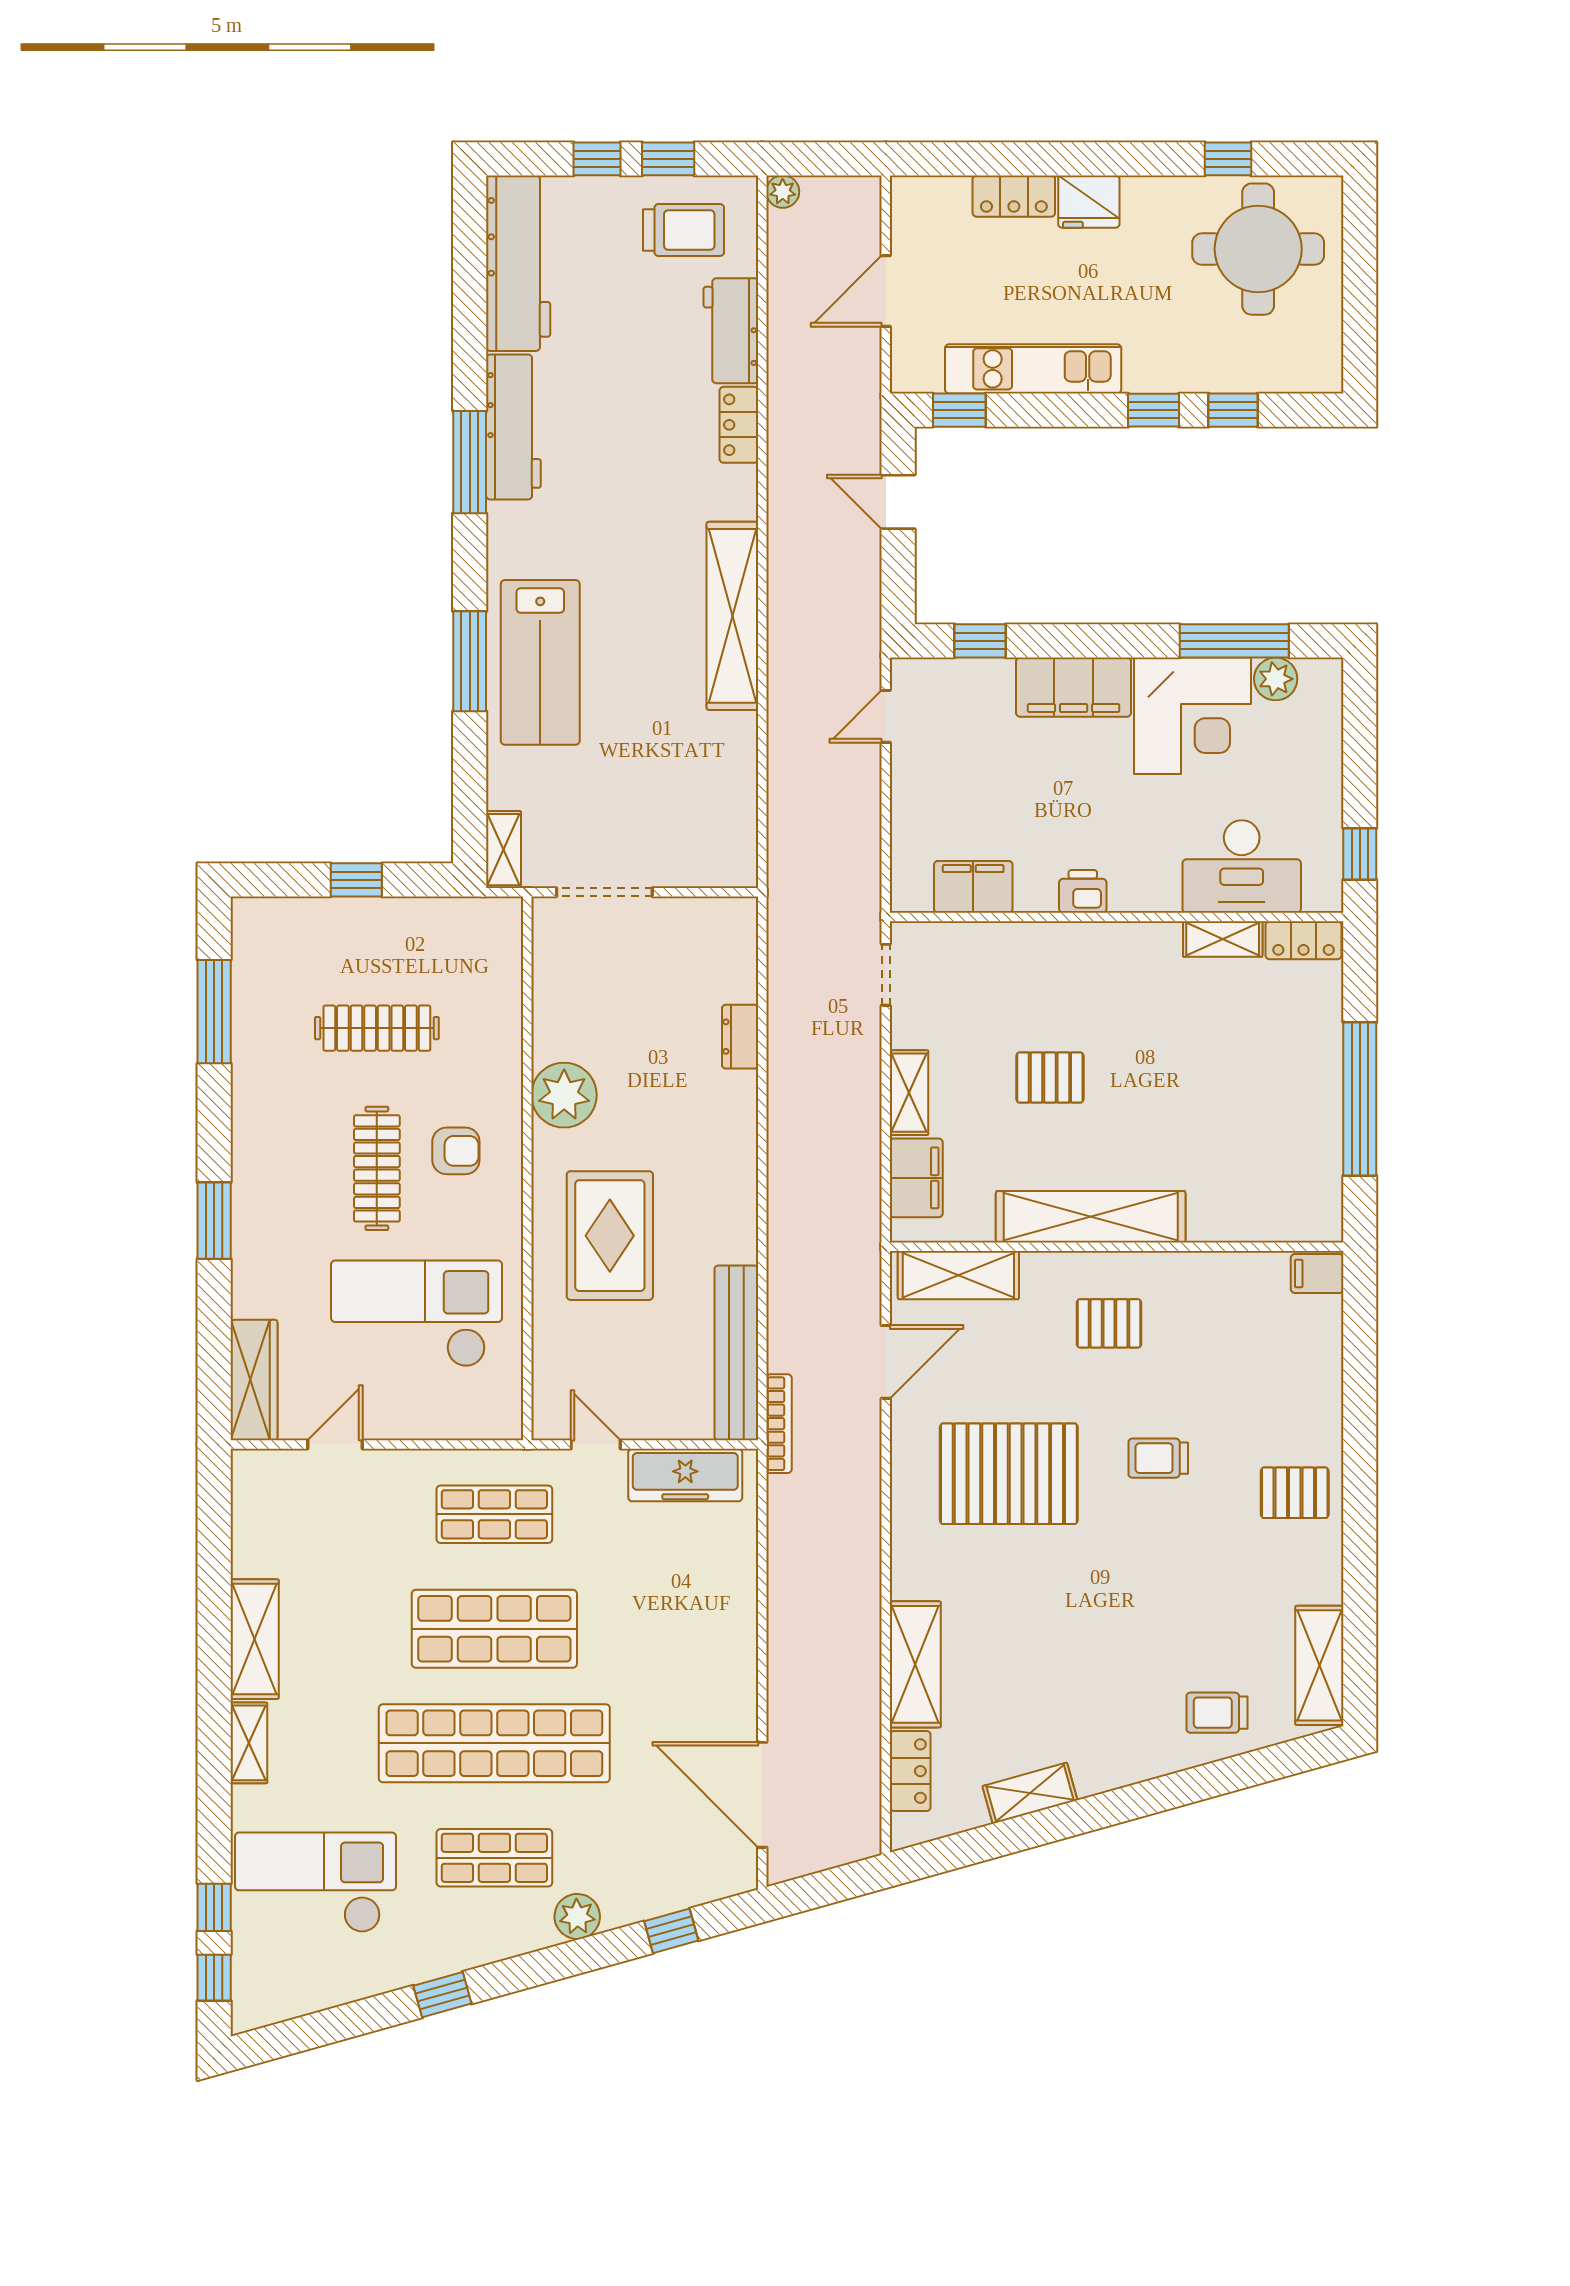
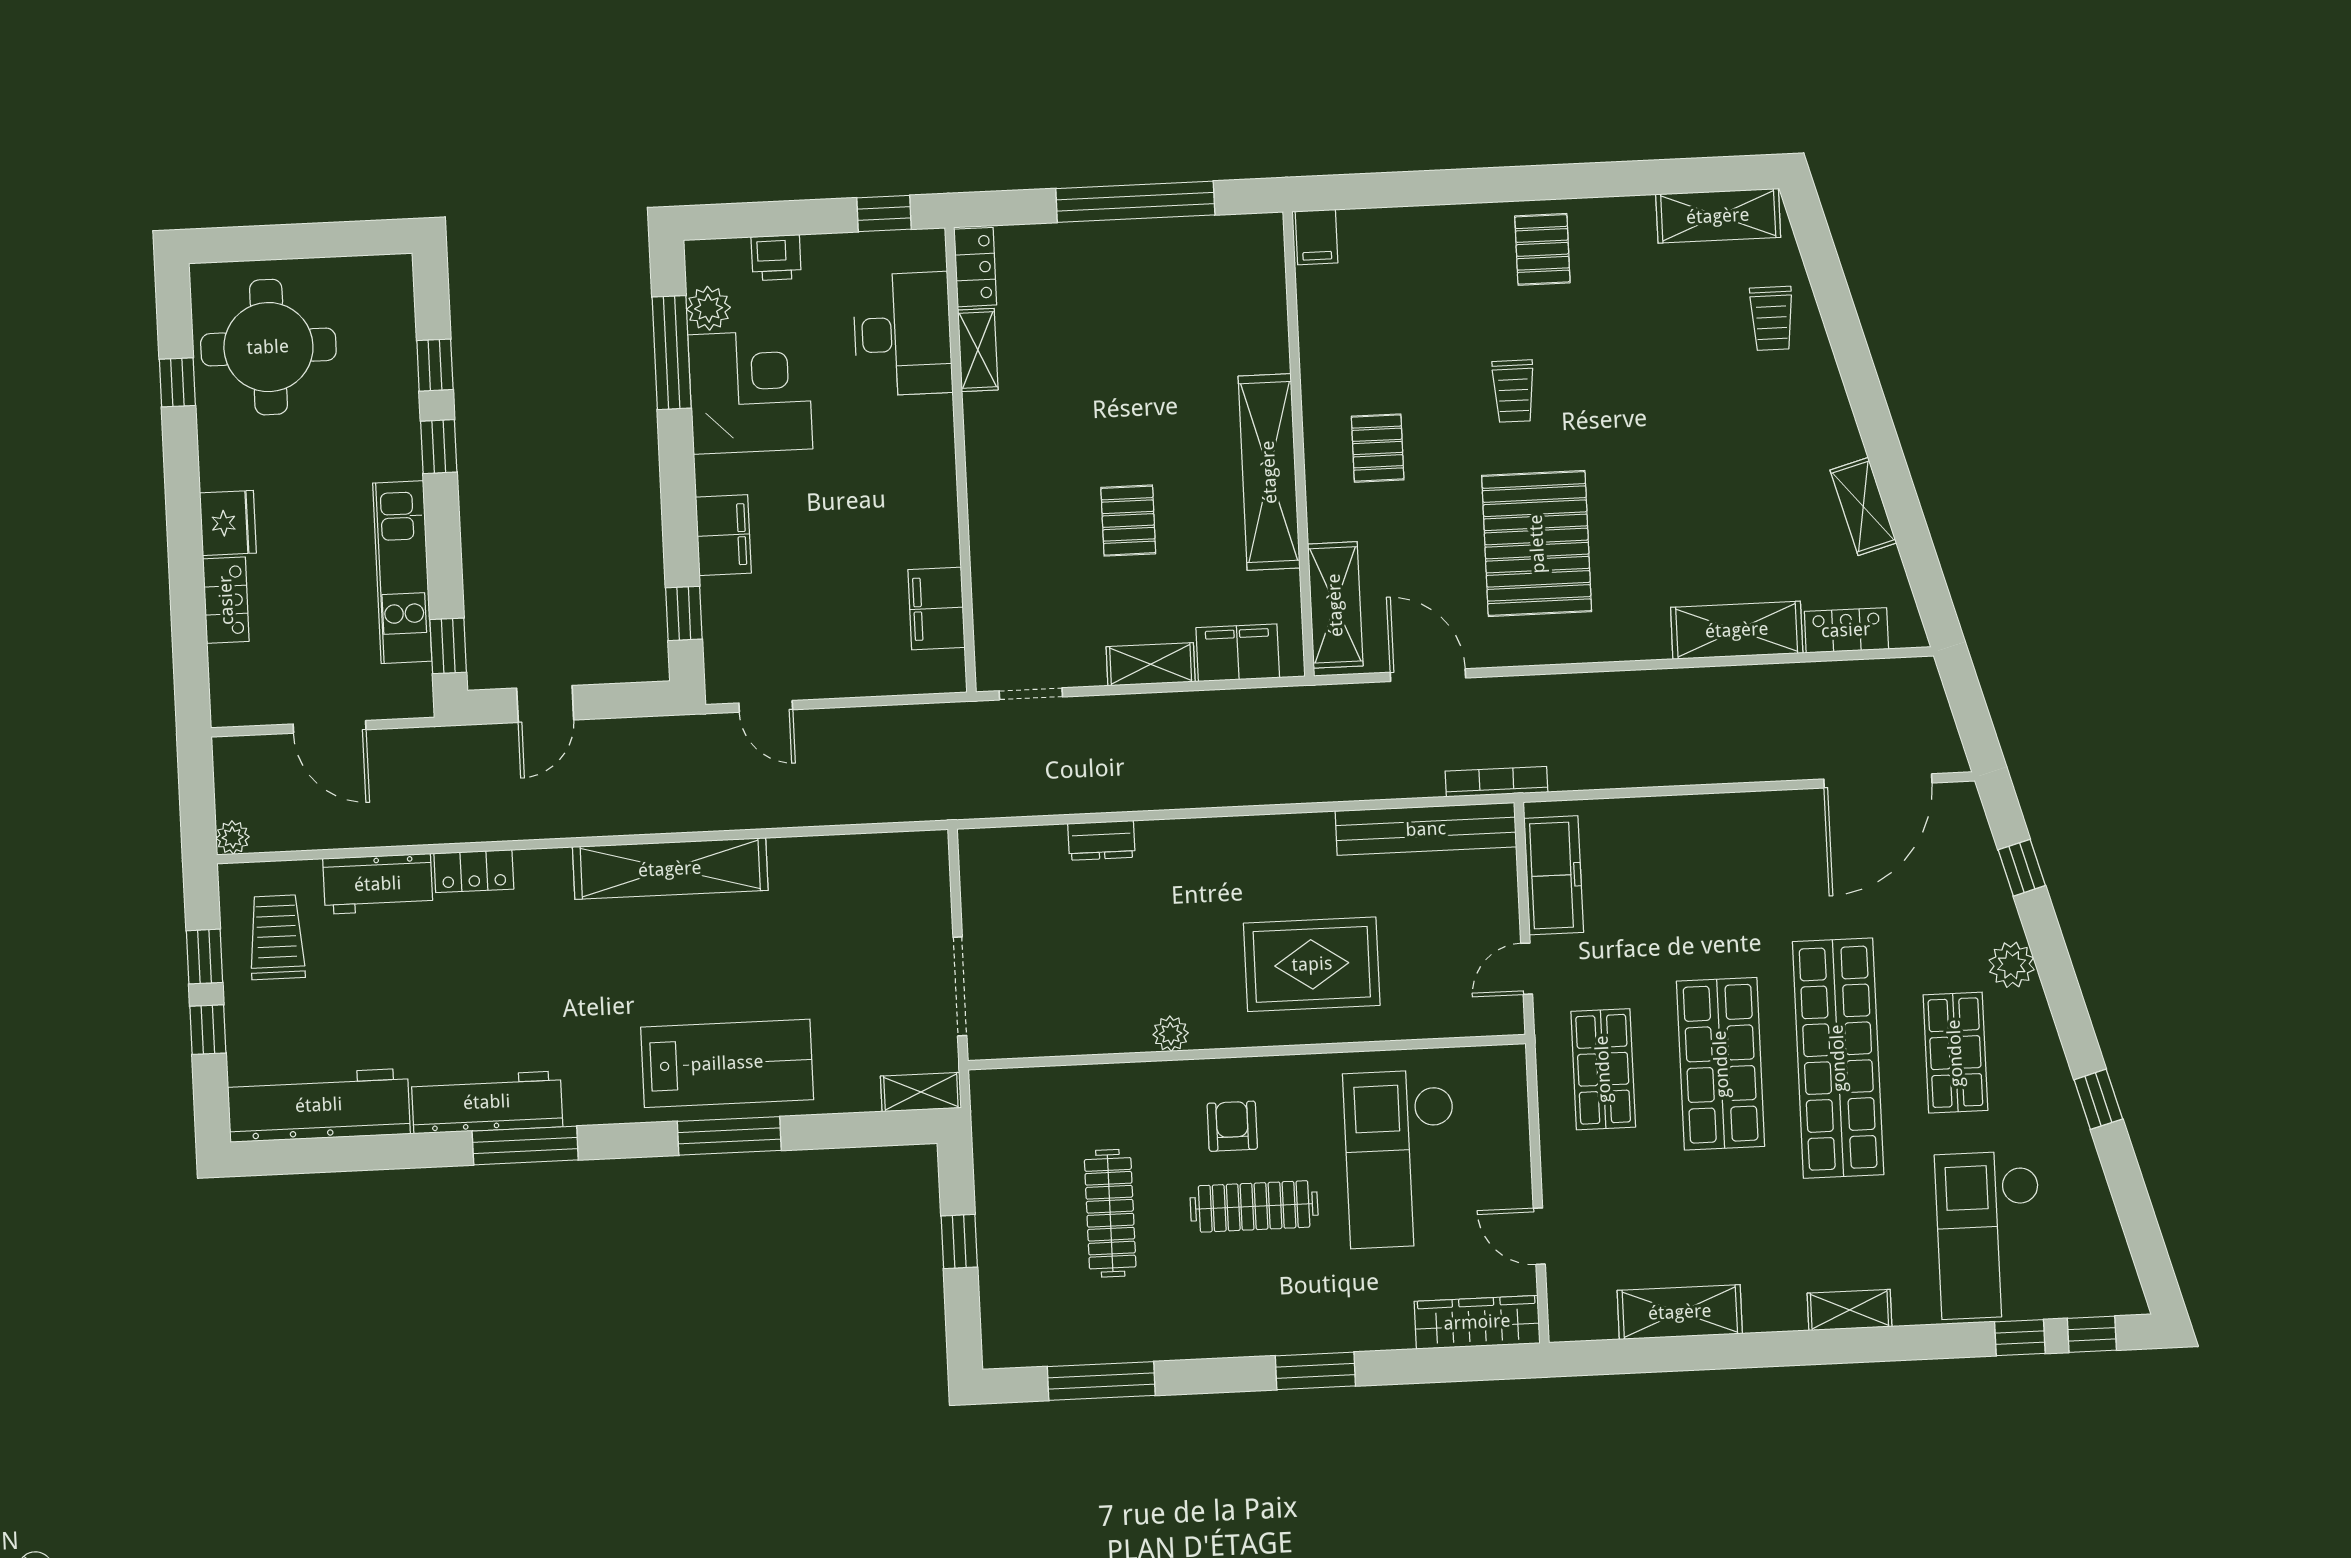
filing cabinet: (1074, 687) -> (723, 535), width x0.67, depth x0.86
printer: (1083, 891) -> (776, 258), moved, turned -90
plant: (564, 1095) -> (1171, 1034), width x0.53, depth x0.53
shelving: (255, 1639) -> (1680, 1312), moved

